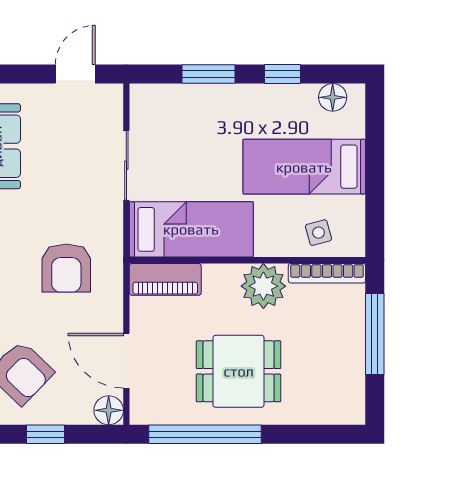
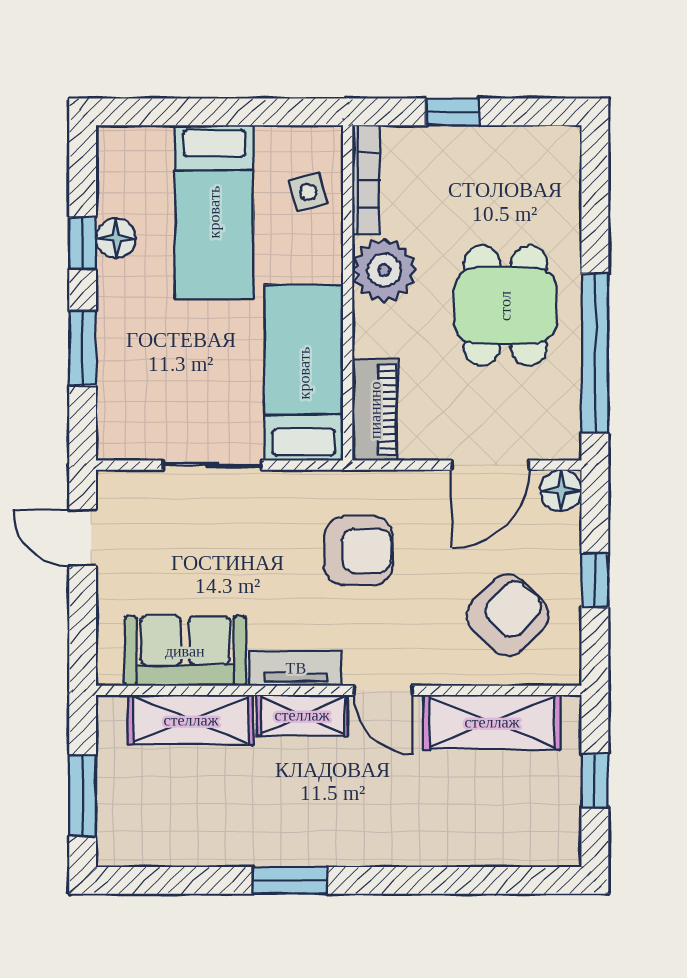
floor lamp: (333, 97) -> (116, 238), moved
window: (375, 334) -> (452, 112), width x0.46

